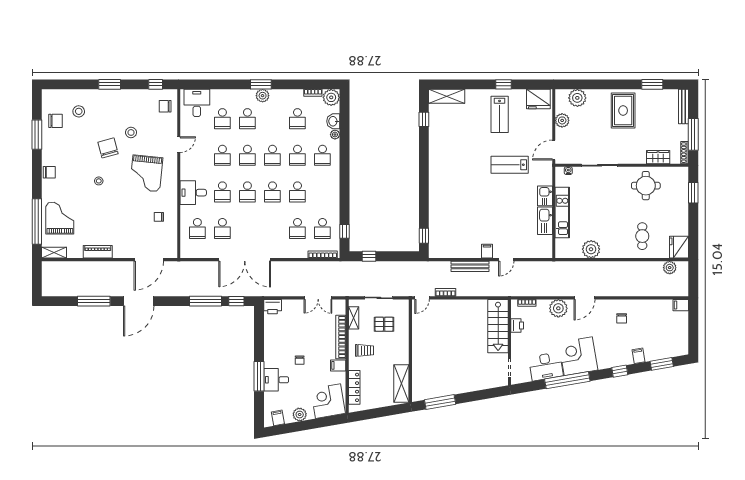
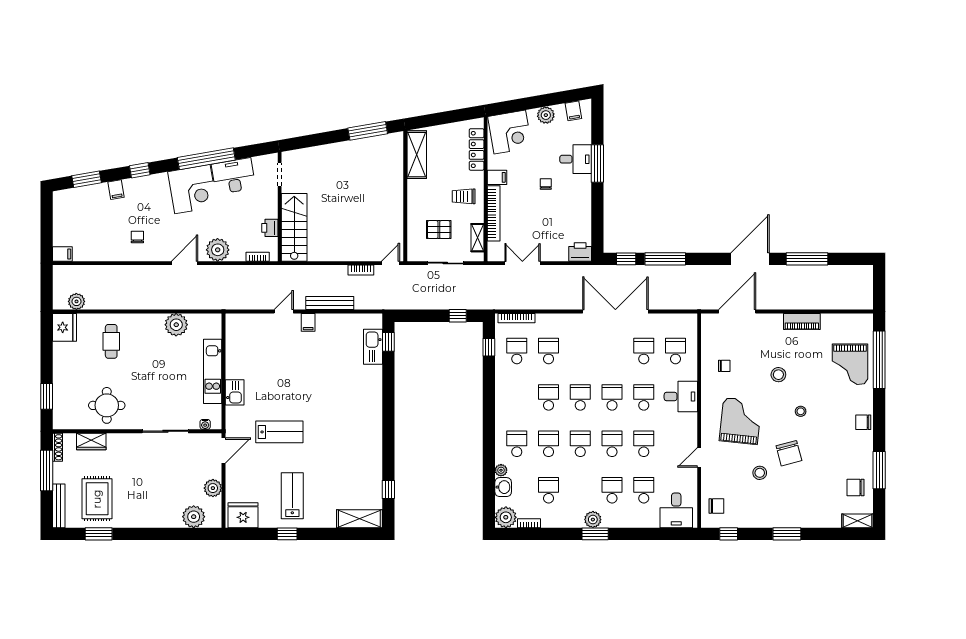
stool: (79, 111) -> (778, 375), moved
rug: (623, 111) -> (97, 499), moved
kitchen sink: (545, 221) -> (373, 347), moved, turned 180
shelving: (54, 253) -> (857, 521), moved

